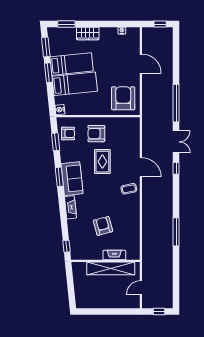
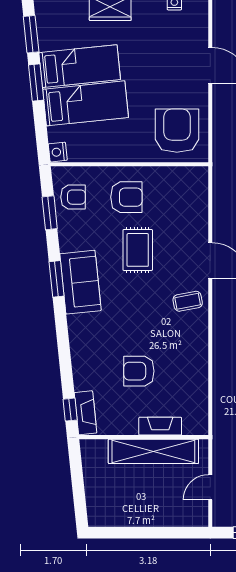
armchair: (96, 134) -> (126, 197), turned 180
fireplace: (70, 207) -> (86, 413), moved
armchair: (103, 226) -> (139, 371), turned -75

